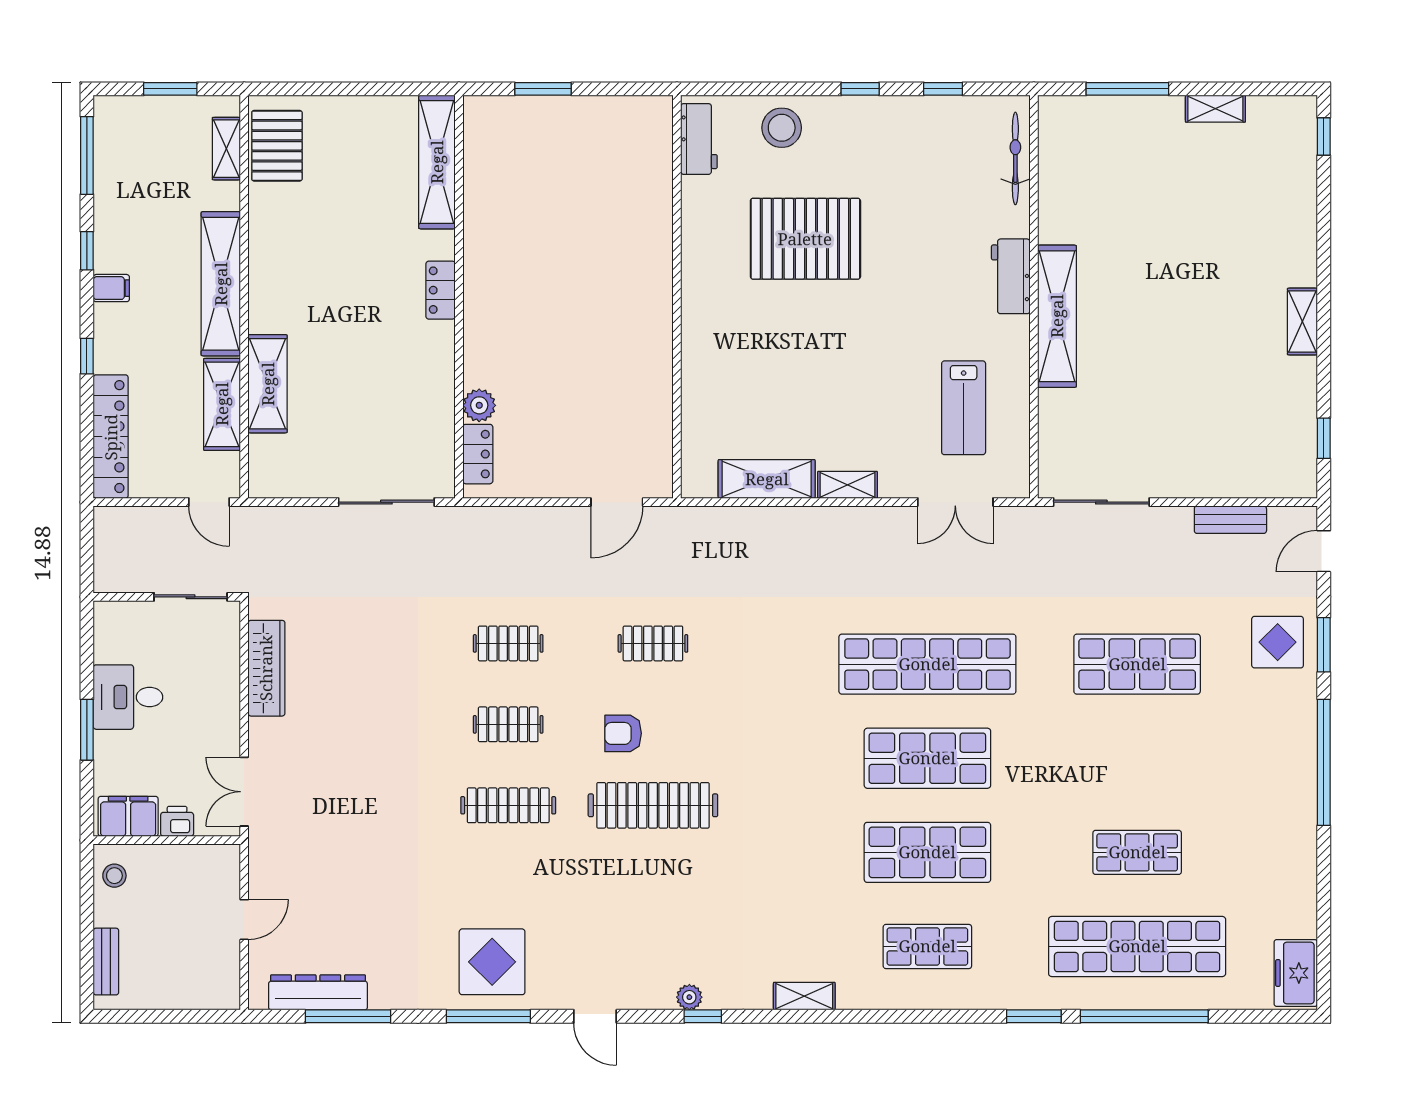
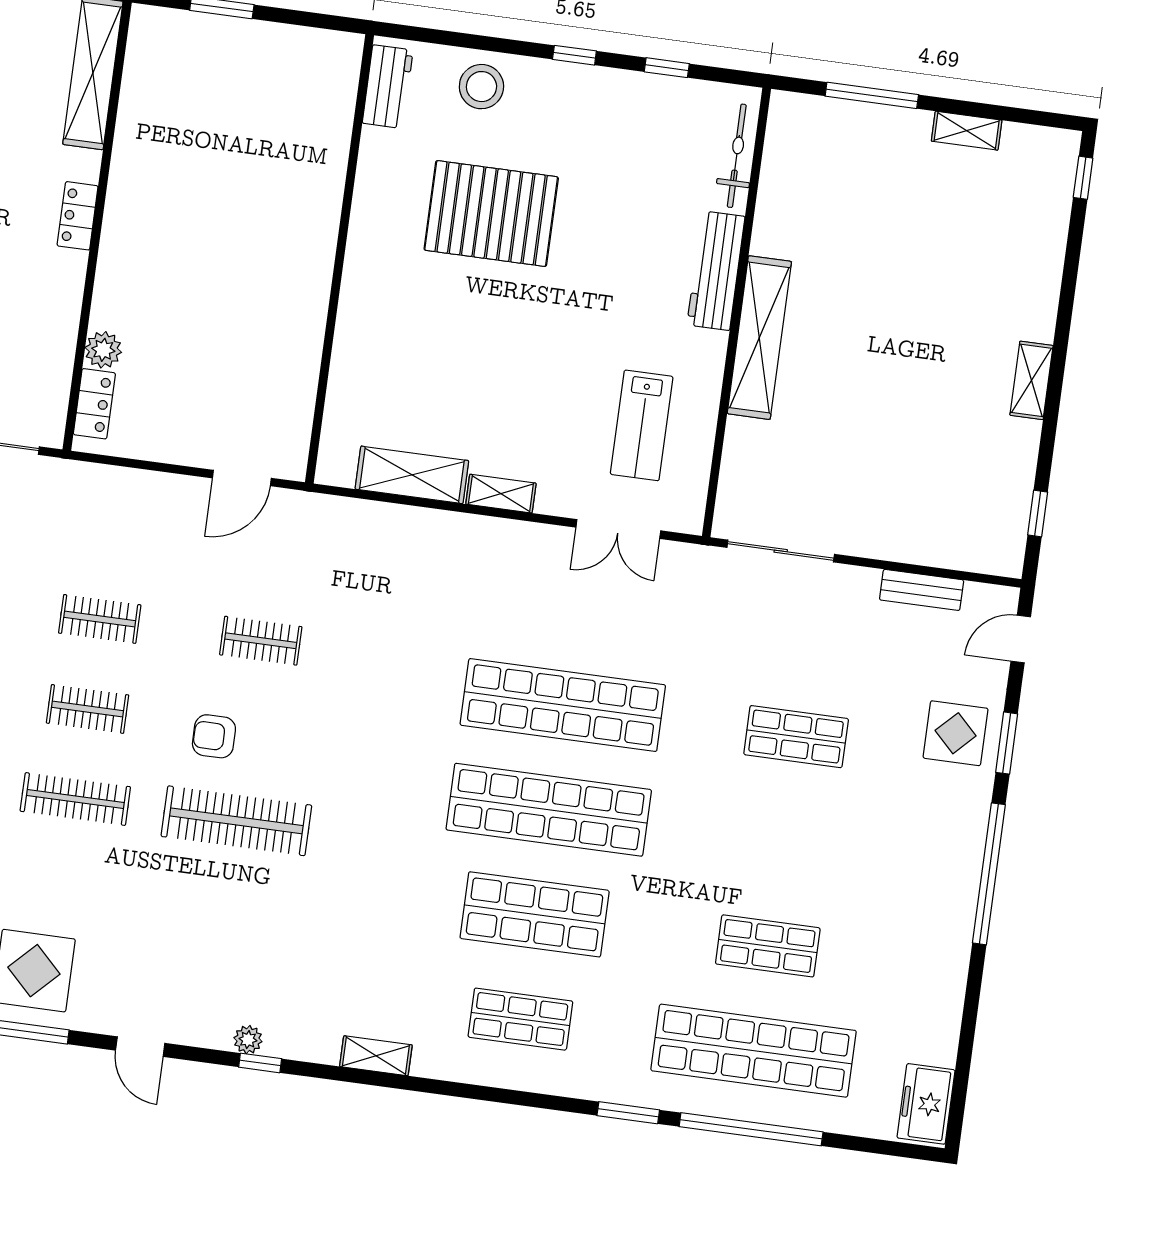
workbench: (1011, 276) -> (716, 271), width x1.38
shop shelf: (1137, 664) -> (796, 737), width x0.70, depth x0.74
shop shelf: (927, 758) -> (549, 810), width x1.40

